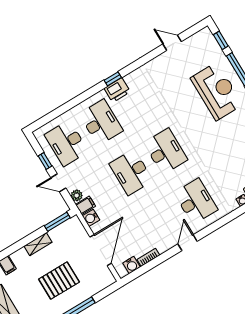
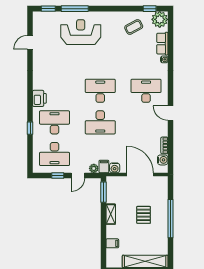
window: (113, 79) -> (30, 128), moved
pallet: (59, 281) -> (144, 215), width x0.67, depth x0.71

